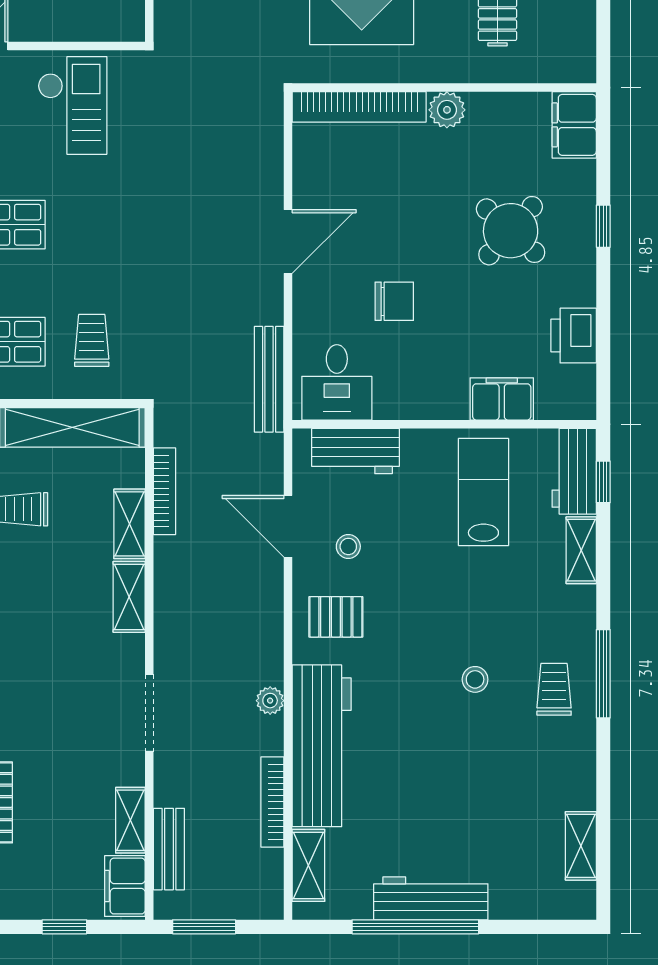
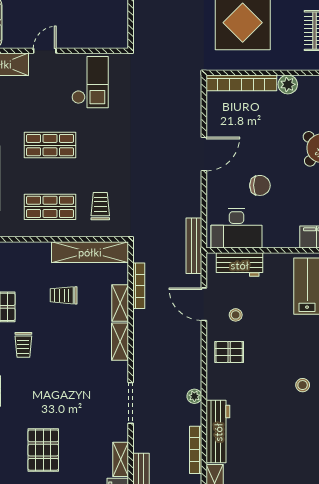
bench: (269, 379) -> (194, 246), moved
desk: (337, 382) -> (237, 228), width x1.37
workbench: (322, 746) -> (218, 432), width x0.73, depth x0.76

